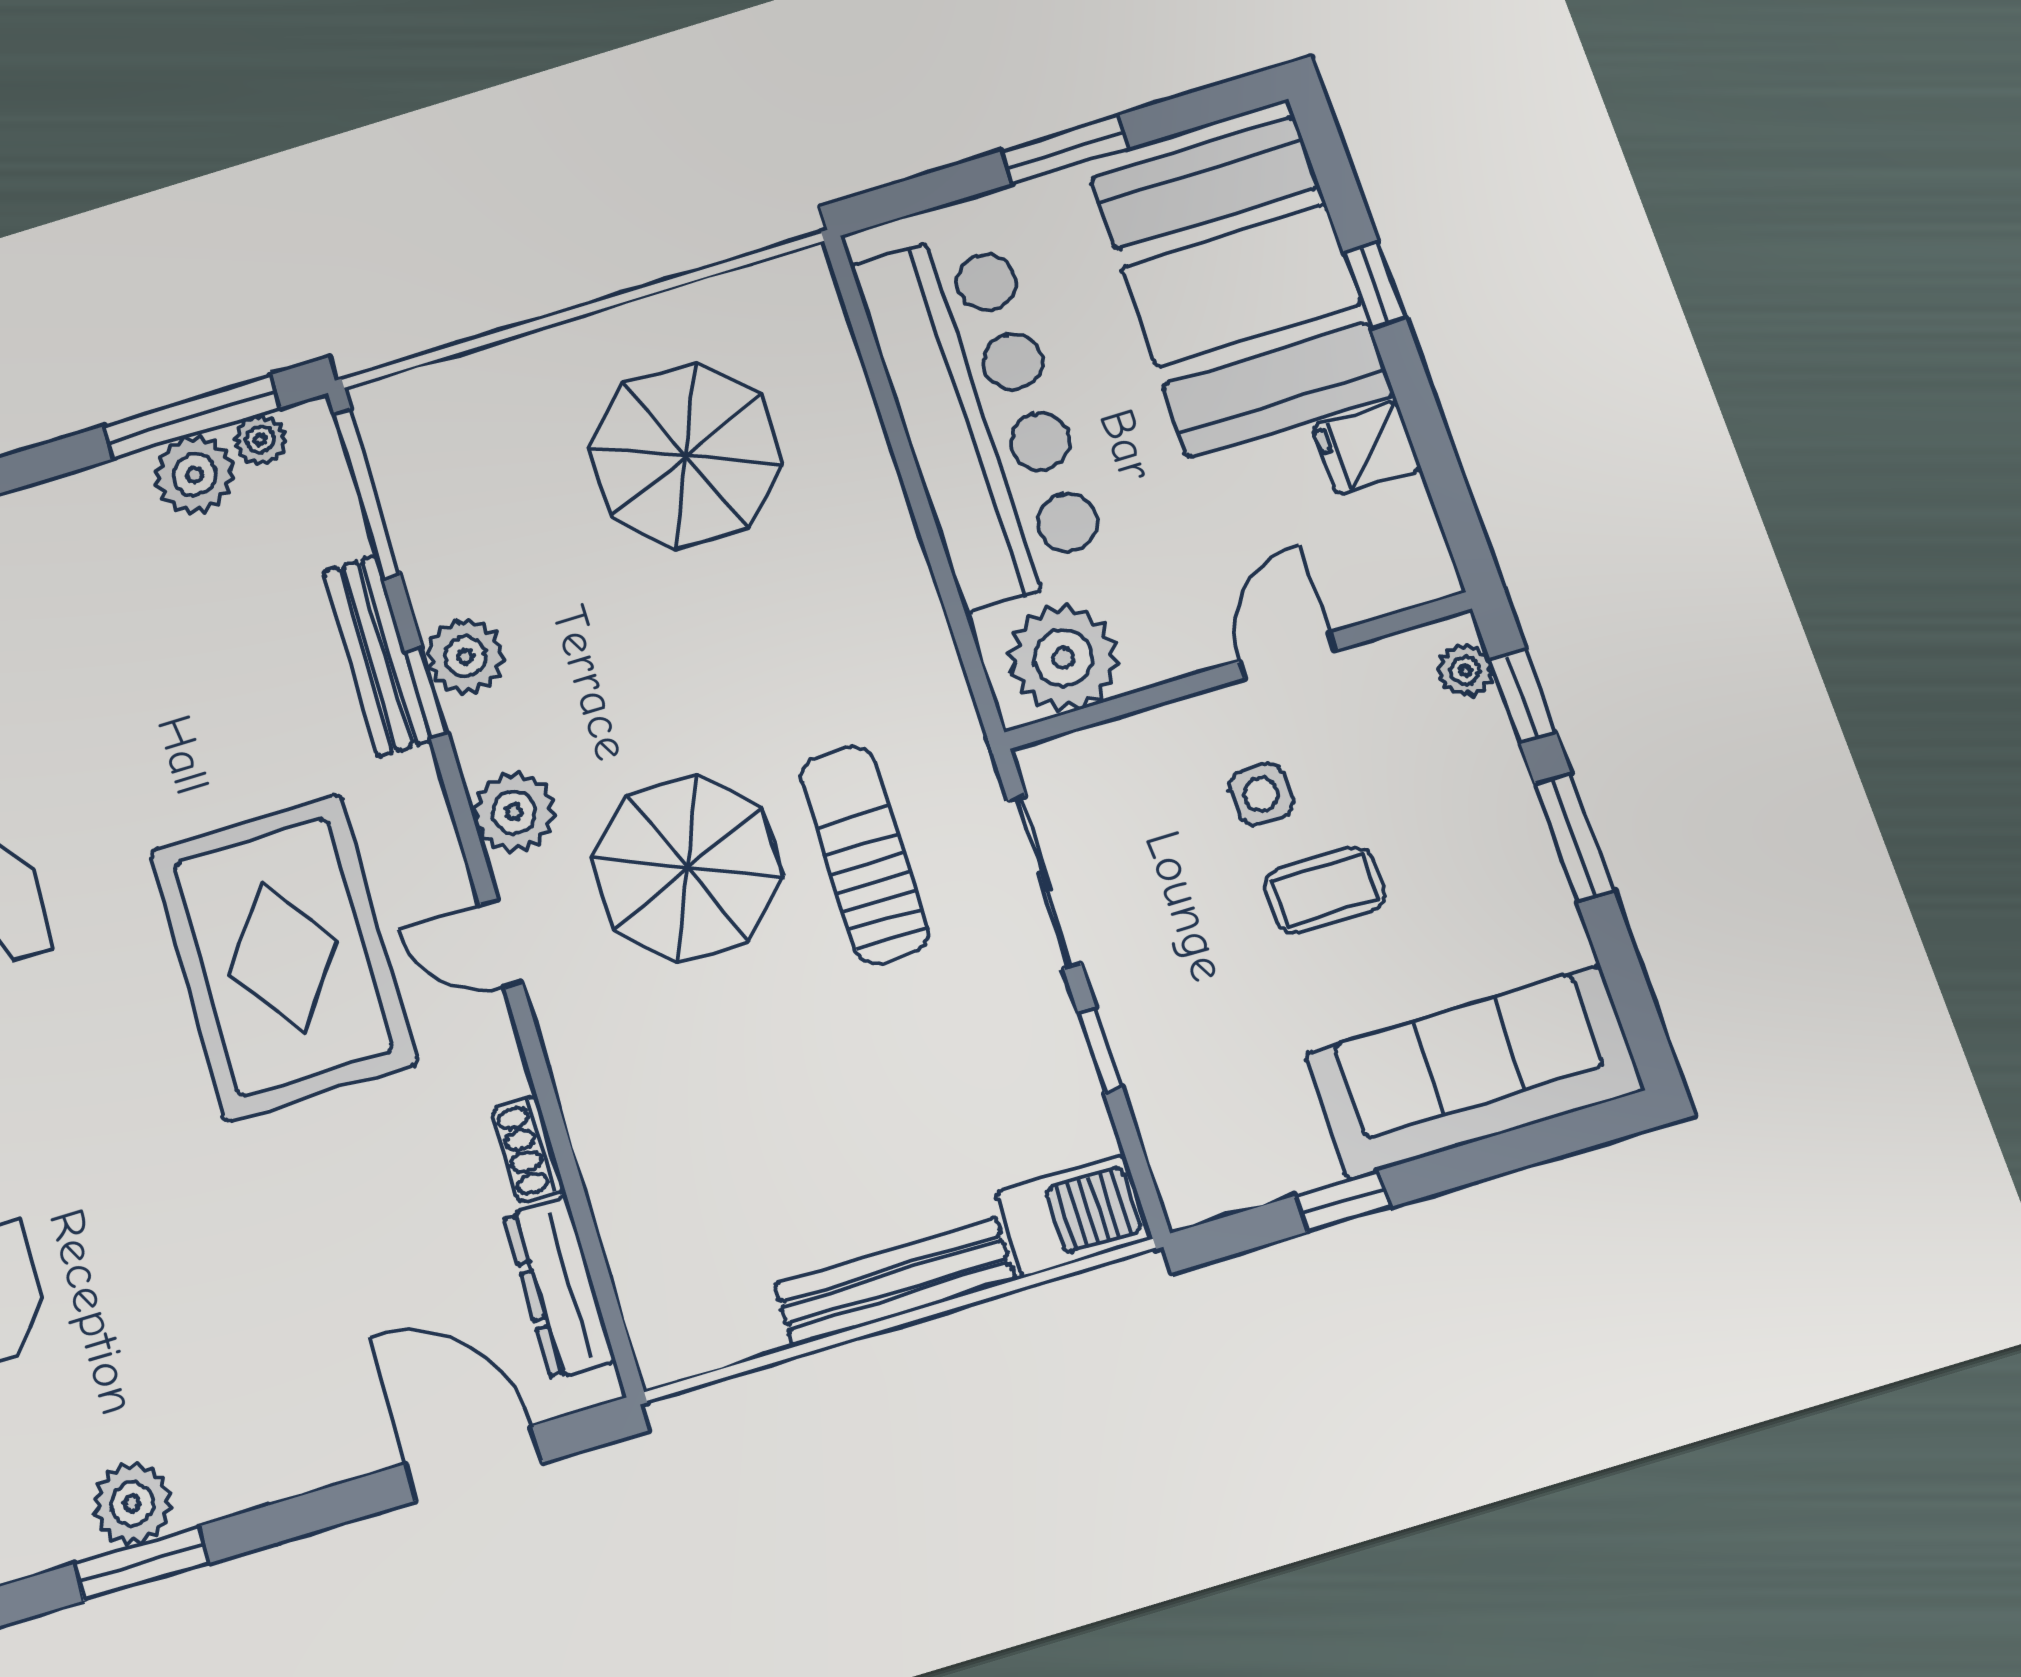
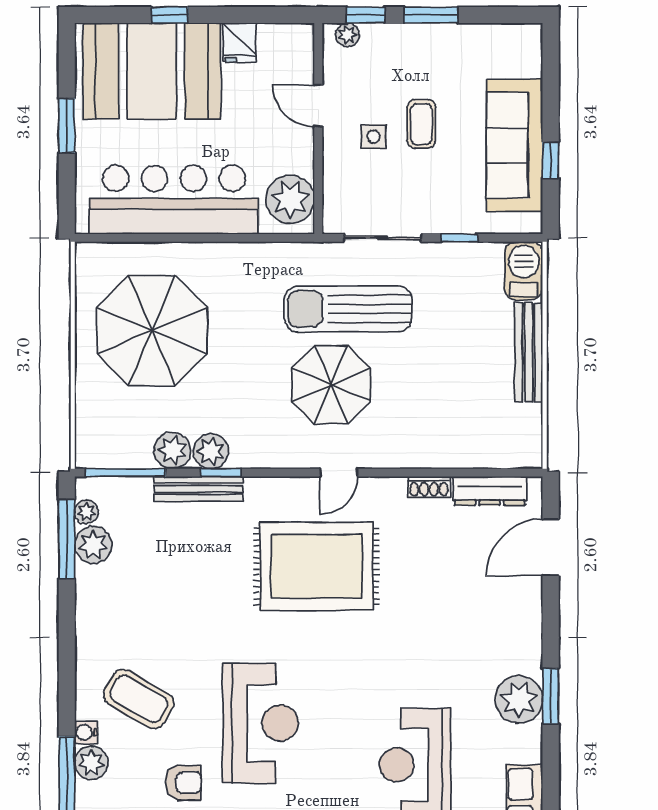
parasol: (686, 456) -> (152, 331), width x1.36, depth x1.36
plant: (514, 812) -> (172, 450), moved
sun lounger: (864, 855) -> (348, 309), width x1.36, depth x1.34
sofa: (1474, 1072) -> (515, 145), moved
plant: (132, 1504) -> (519, 700), width x1.36, depth x1.36

